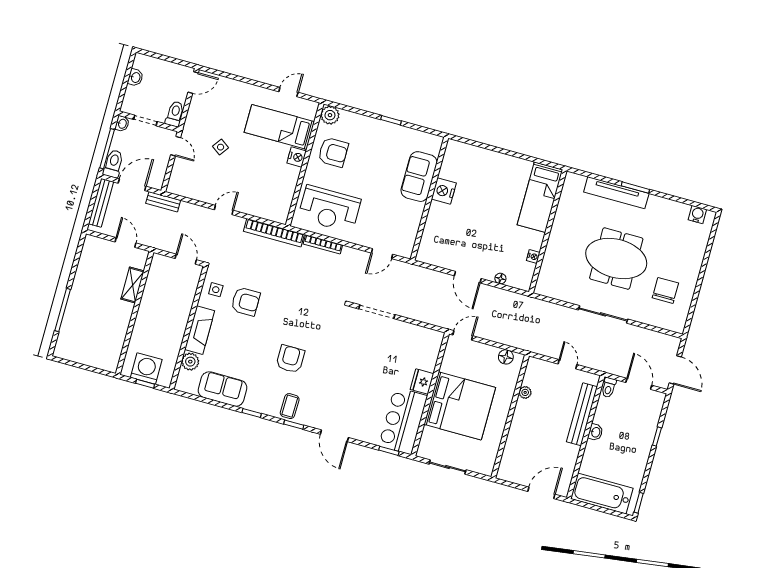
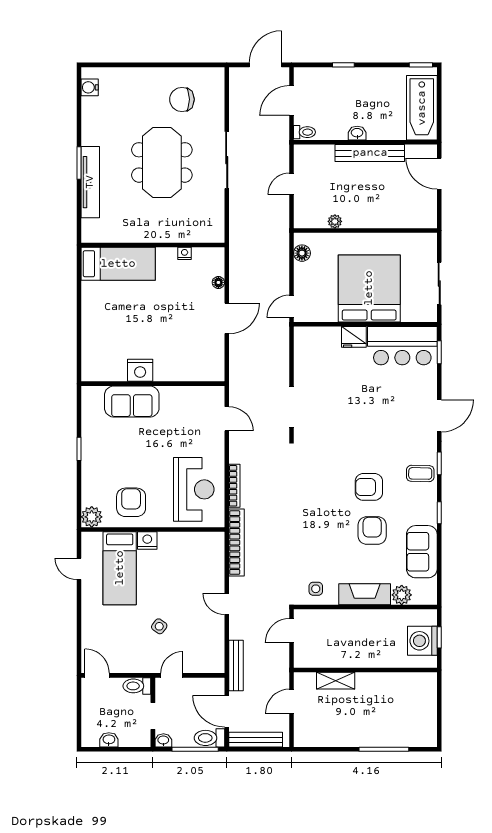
bench: (163, 202) -> (236, 666), width x1.36
armchair: (246, 302) -> (372, 531), moved
door: (463, 335) -> (292, 306), hinge flipped
bench: (582, 414) -> (370, 153), moved

